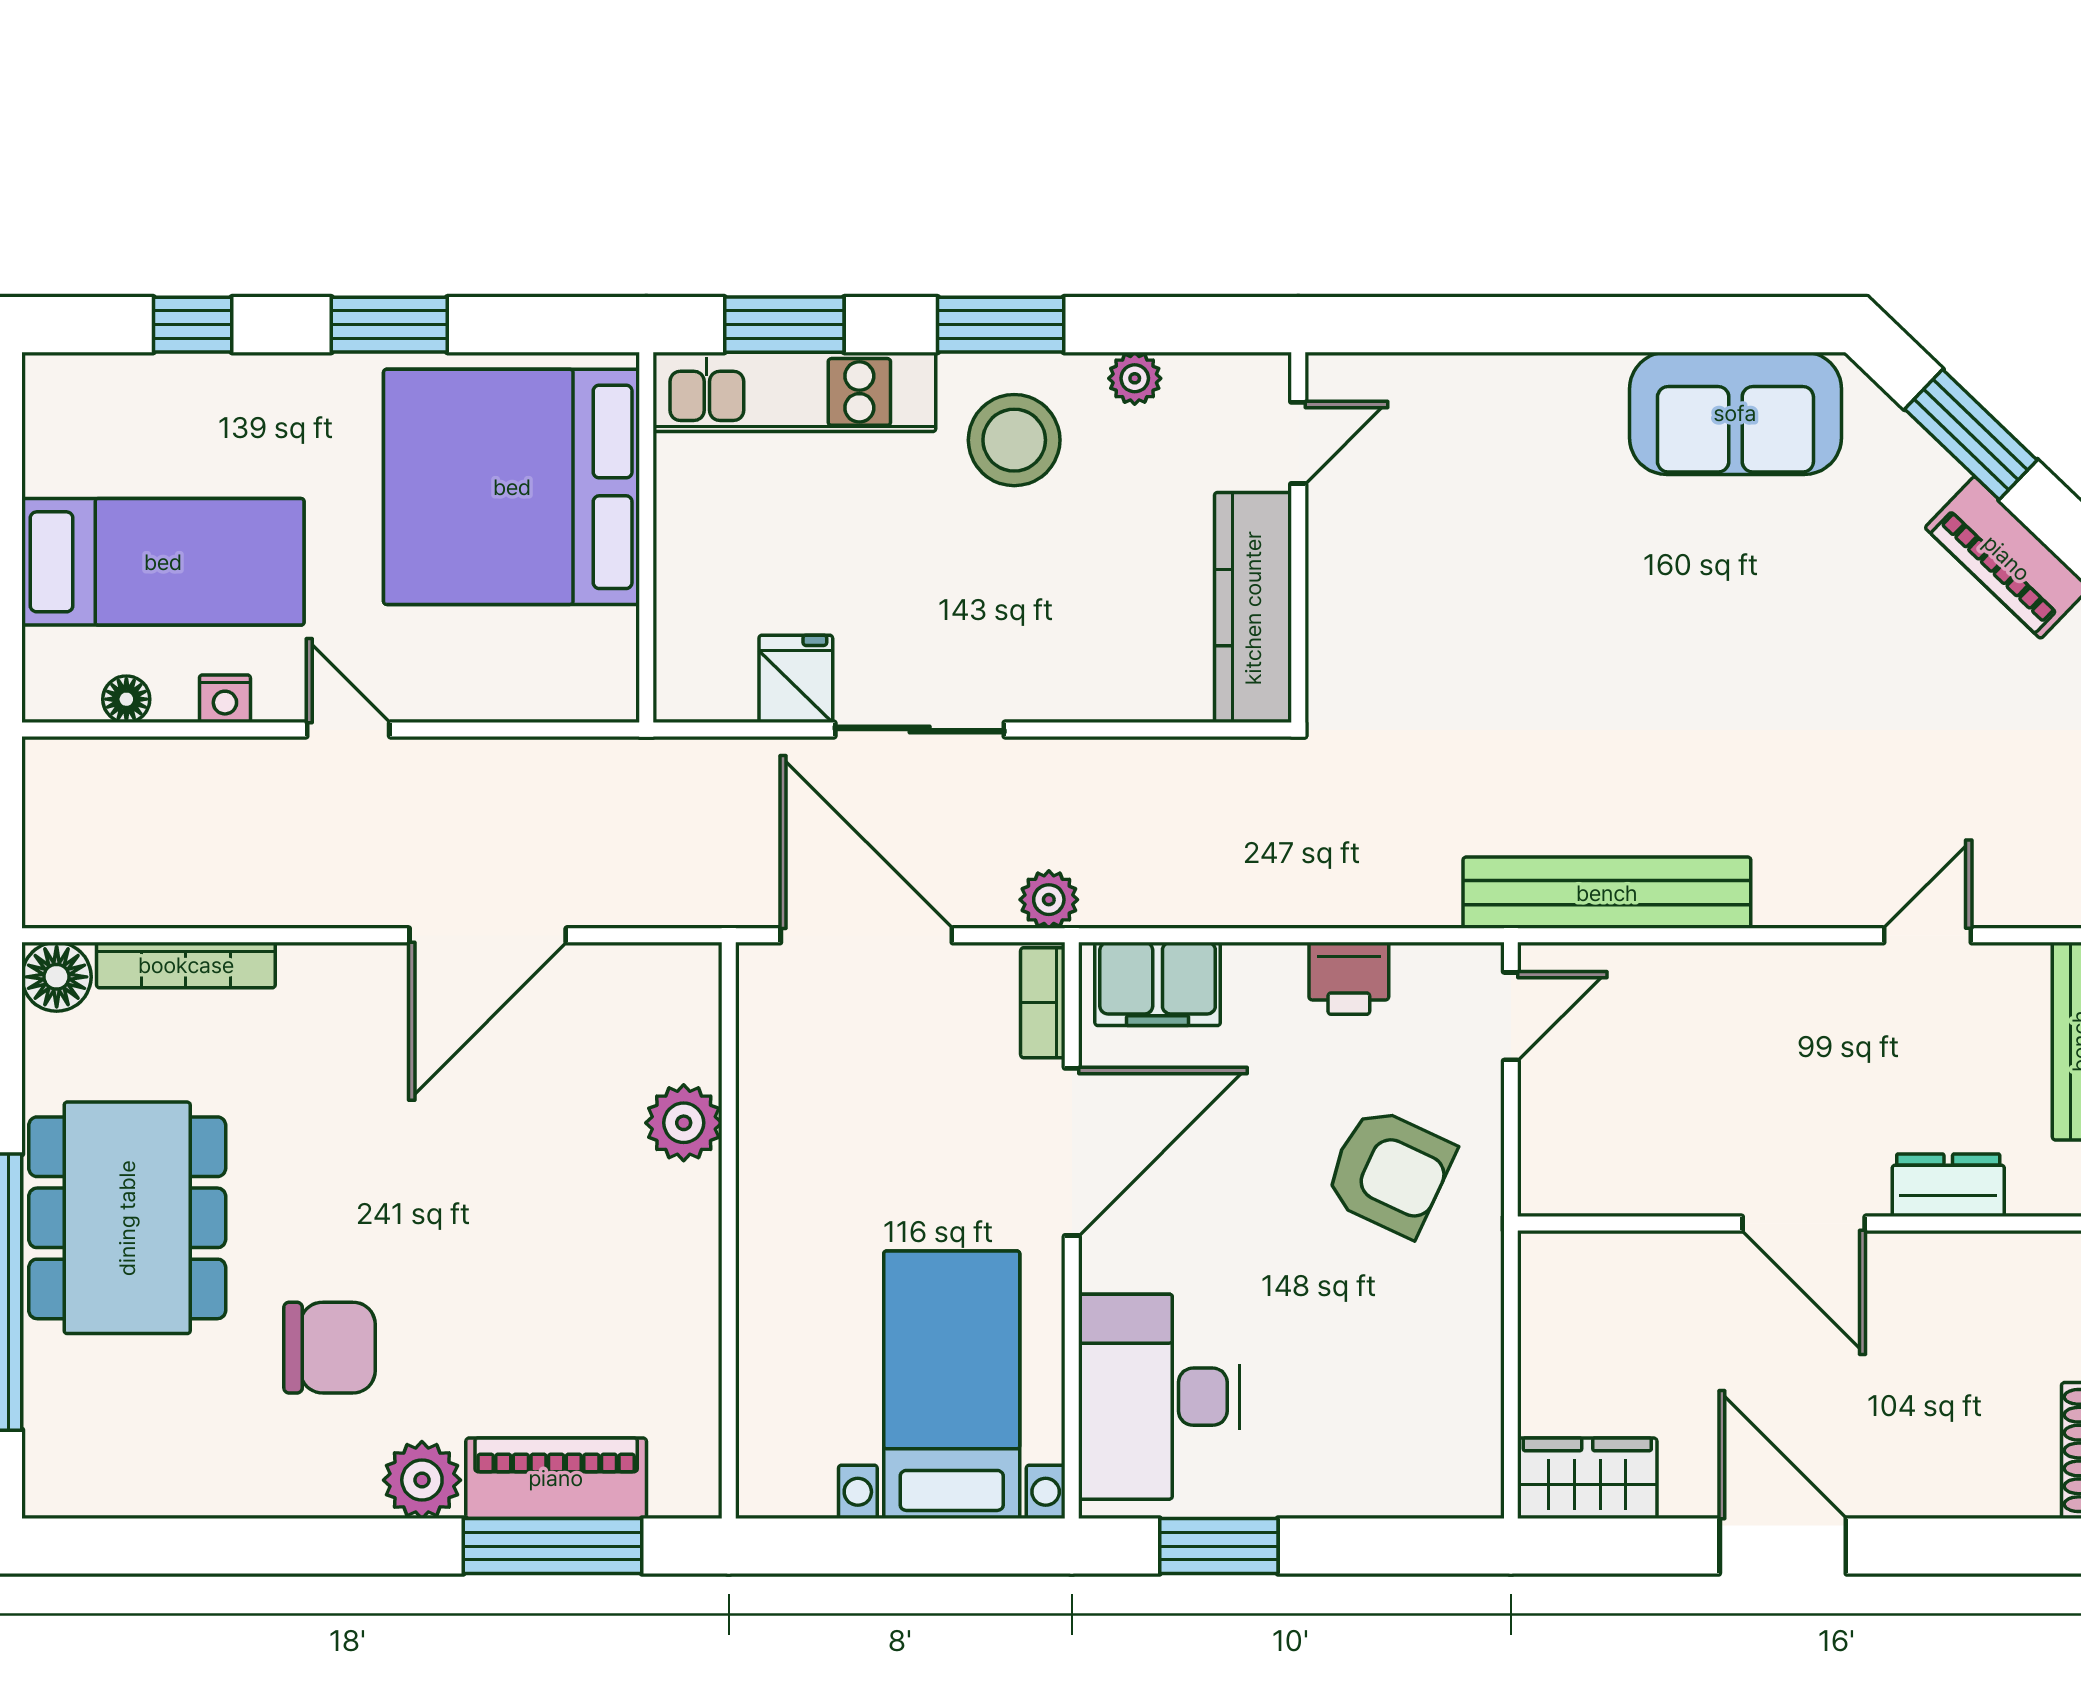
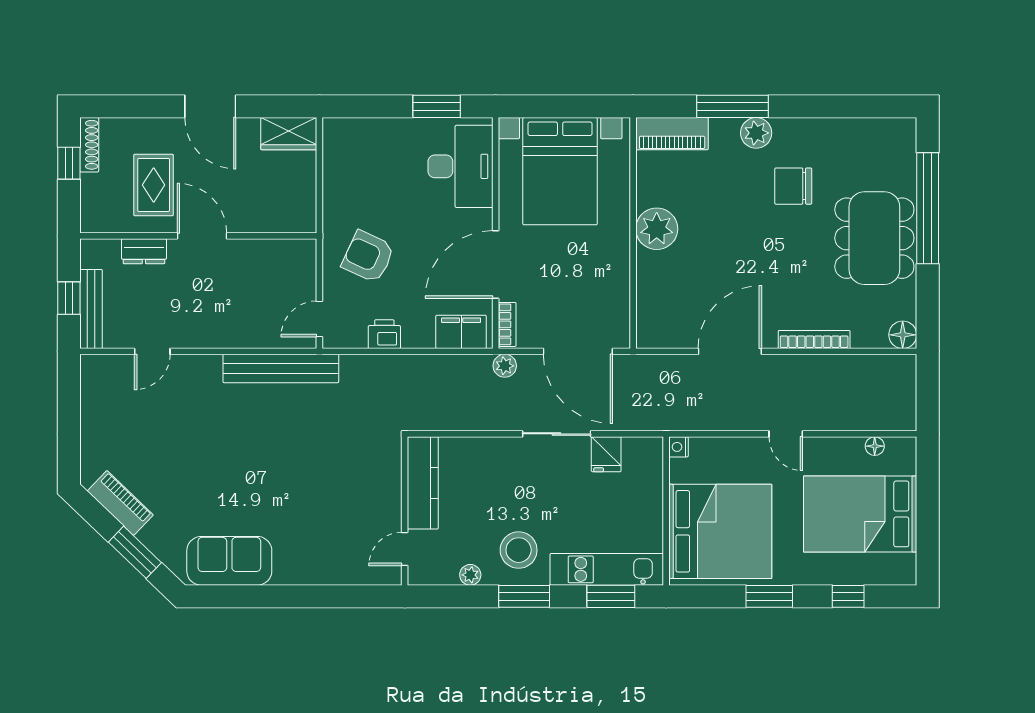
bed: (163, 562) -> (860, 514), width x1.50
nightstand: (225, 699) -> (679, 447), moved, turned -90
bookcase: (186, 965) -> (814, 339), moved
plant: (684, 1123) -> (657, 229), moved, width x1.36, depth x1.36
rug: (1924, 1350) -> (154, 185), added
bed with nightstands: (952, 1385) -> (560, 171), width x1.36
piano: (556, 1478) -> (672, 134), moved
window: (553, 1546) -> (733, 106), moved

